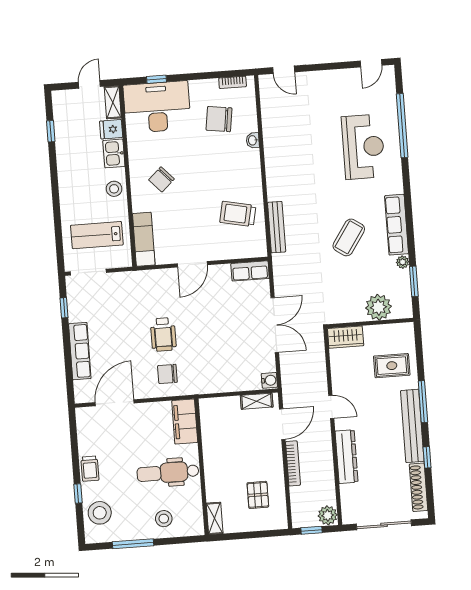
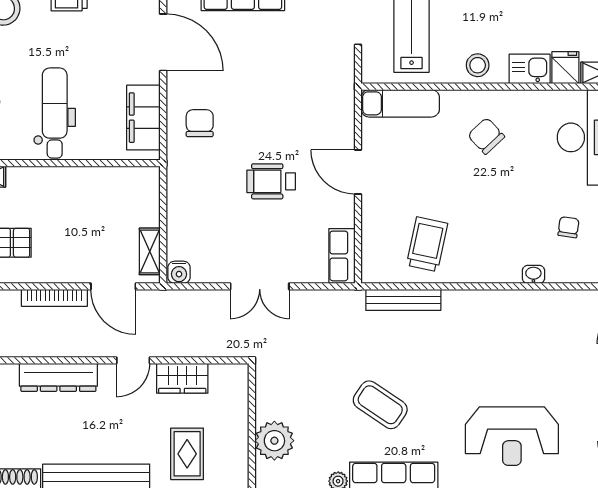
chair: (219, 119) -> (568, 227), width x0.54, depth x0.54
double door: (275, 325) -> (260, 286), width x0.73
wheelchair: (163, 334) -> (271, 181), moved
wardrobe: (346, 337) -> (182, 378), moved, turned -90
filing cabinet: (185, 422) -> (143, 118), moved, turned -90

